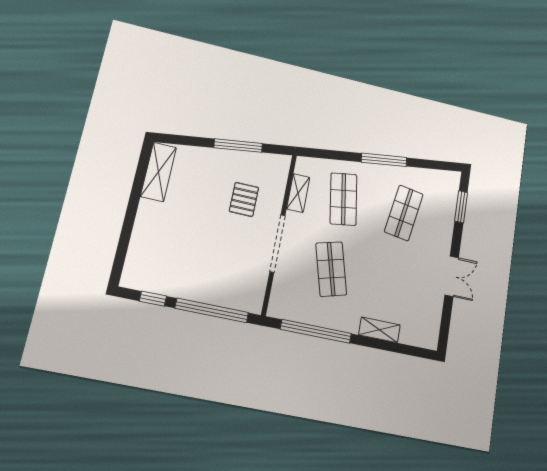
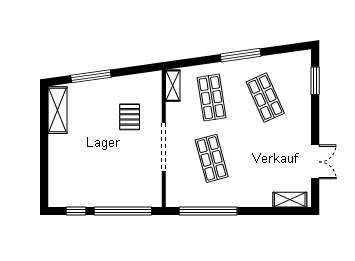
window: (238, 146) -> (91, 76), moved
shelving: (298, 193) -> (173, 86), moved
shop shelf: (404, 213) -> (265, 98), turned -33
double door: (452, 276) -> (315, 162), moved
shelving: (379, 330) -> (290, 200), moved

